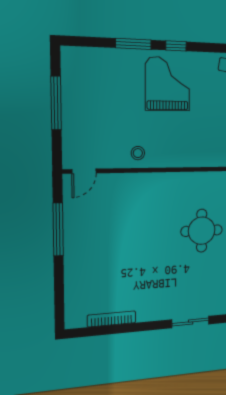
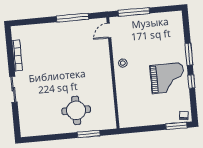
window: (56, 103) -> (134, 12), moved
door: (84, 171) -> (109, 30), hinge flipped
sliding door: (191, 322) -> (13, 89), moved

